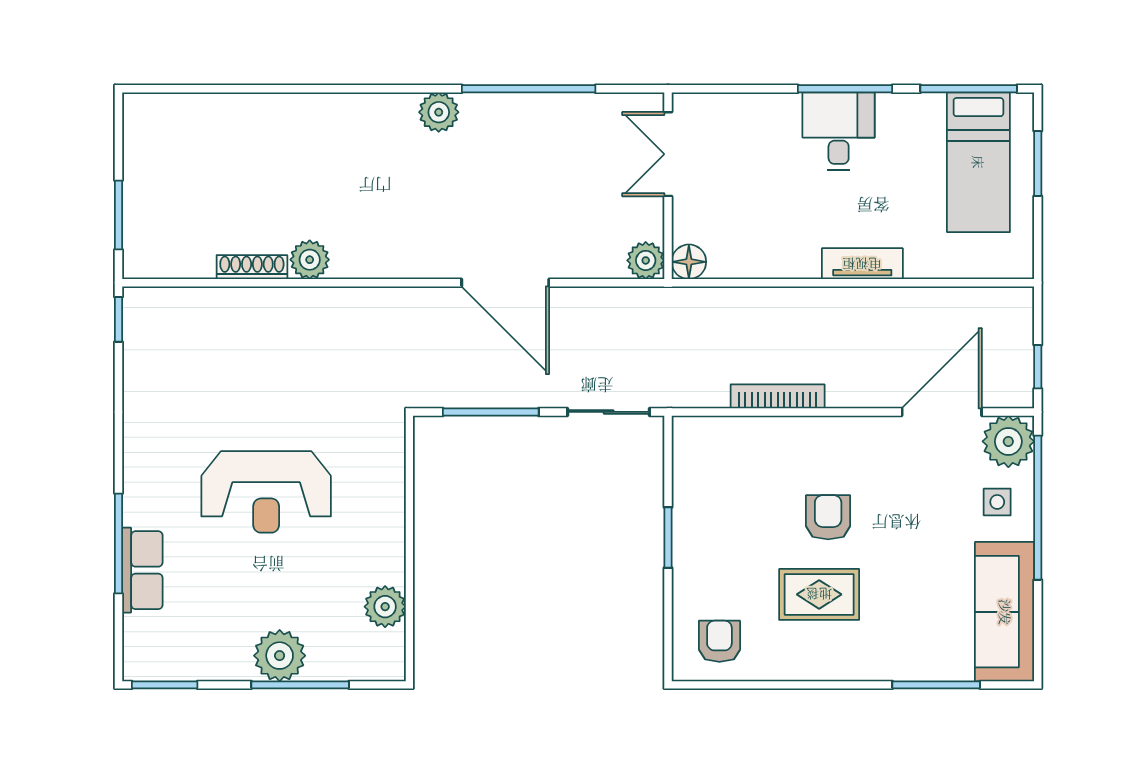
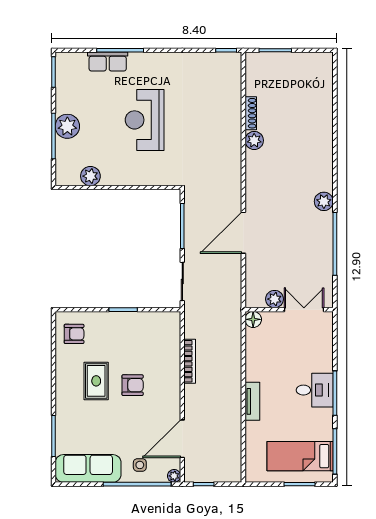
plant: (646, 260) -> (275, 299), moved
door: (942, 412) -> (182, 439), swing flipped
plant: (1008, 441) -> (174, 476), width x0.53, depth x0.53

